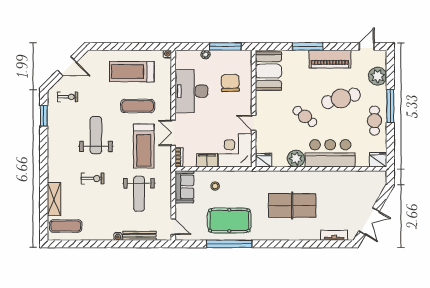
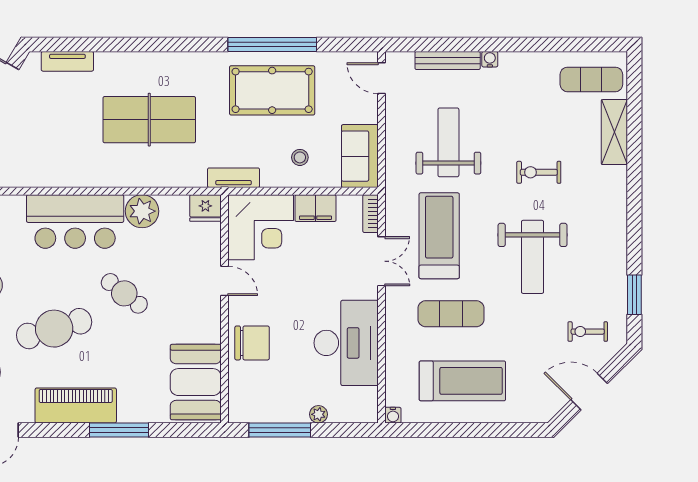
chair: (230, 83) -> (252, 343), moved, turned -88
tv unit: (249, 176) -> (234, 178), added

